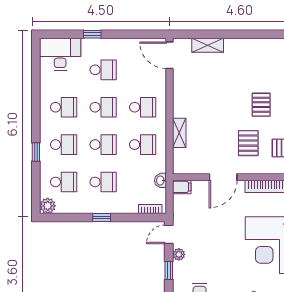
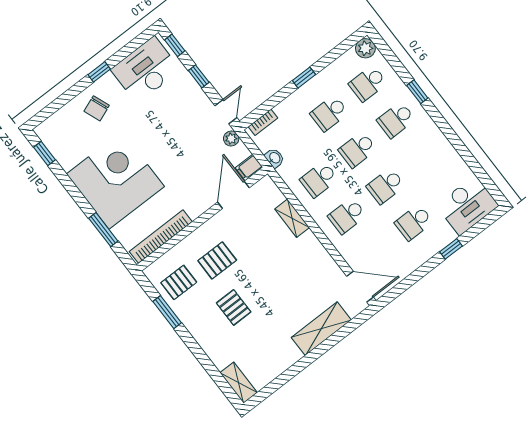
shelving: (208, 45) -> (321, 329), width x1.50, depth x1.33
school desk: (64, 107) -> (424, 156), removed
pallet: (248, 143) -> (217, 260), turned 90
door: (223, 177) -> (233, 195), moved
plant: (179, 254) -> (231, 139), moved

